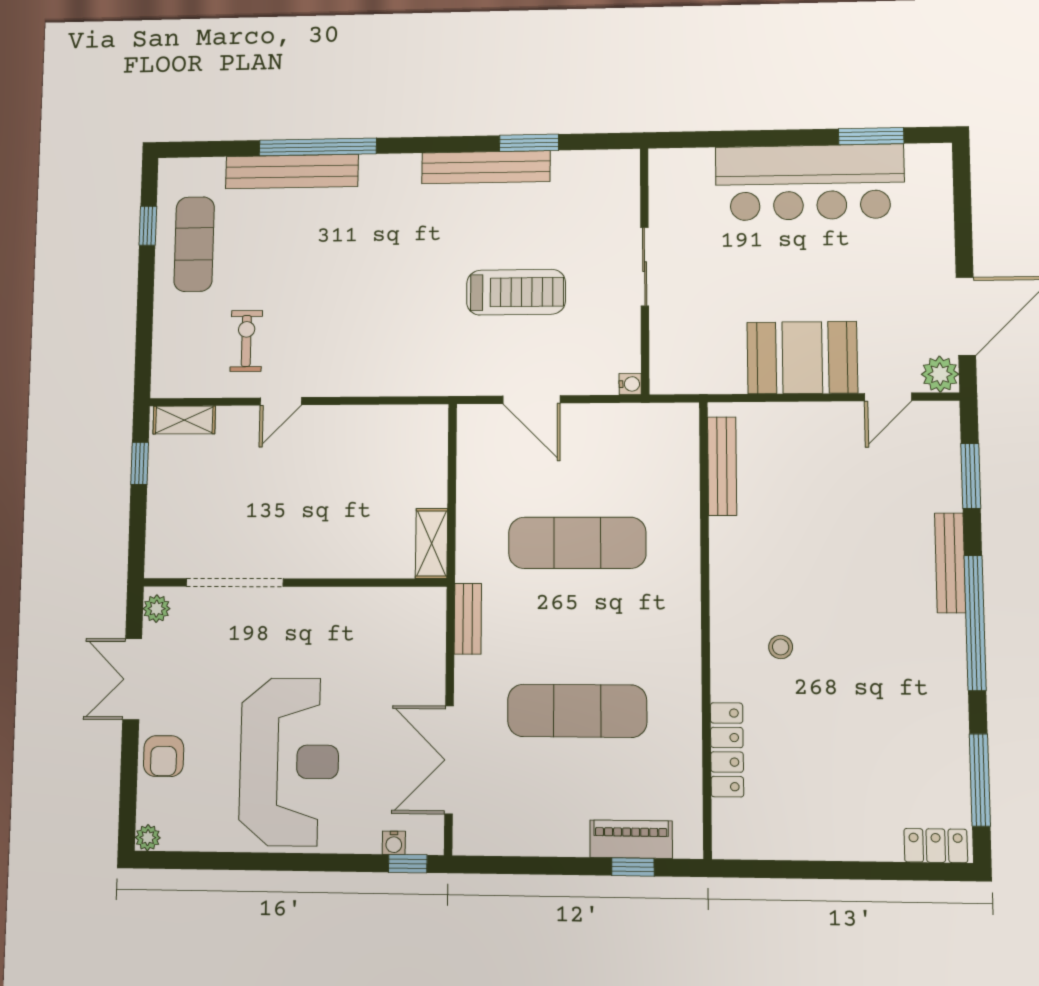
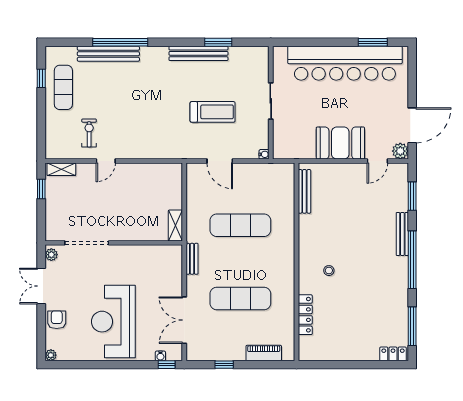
bar counter: (810, 182) -> (345, 63), width x1.36
armchair: (164, 756) -> (57, 320), turned 180
reception desk: (289, 762) -> (113, 322), turned 180
window: (633, 867) -> (224, 365), moved

